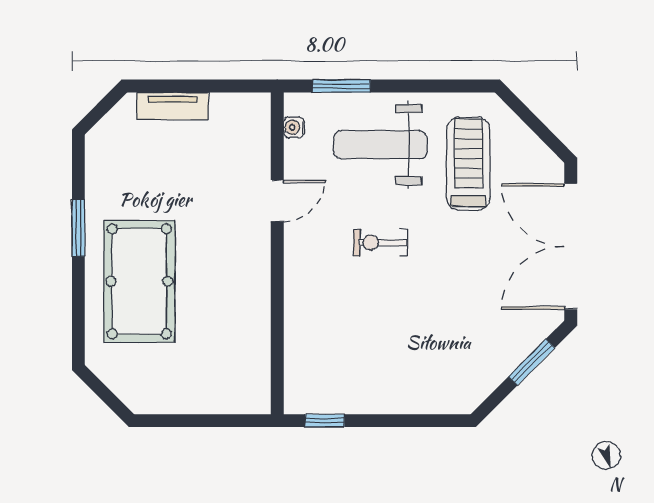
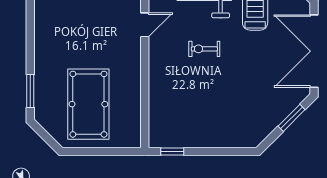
window: (78, 228) -> (30, 91), moved
pool table: (139, 281) -> (88, 104), moved

